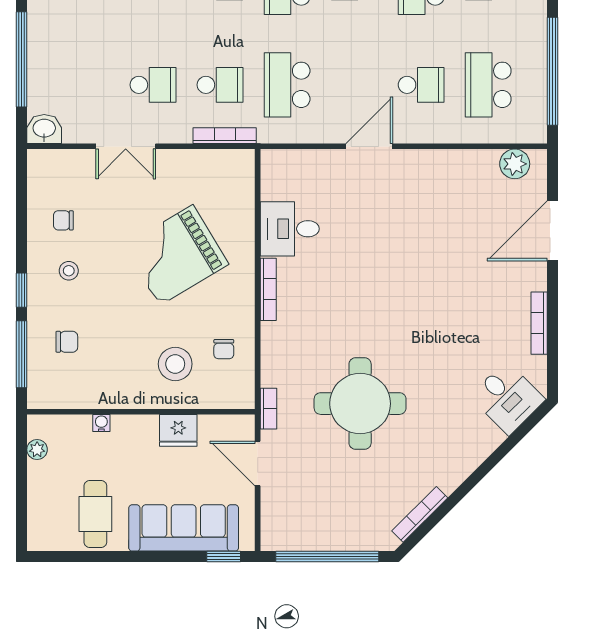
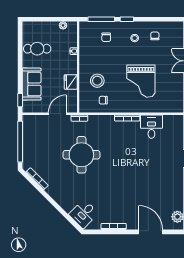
grand piano: (176, 255) -> (141, 81), turned -149
sofa: (184, 528) -> (32, 84), width x0.73

